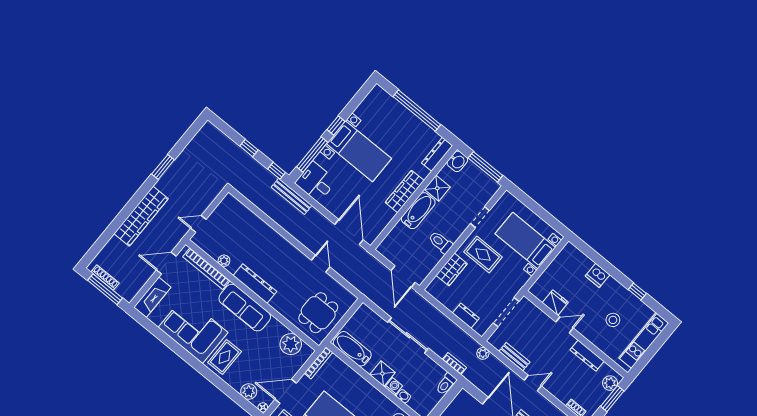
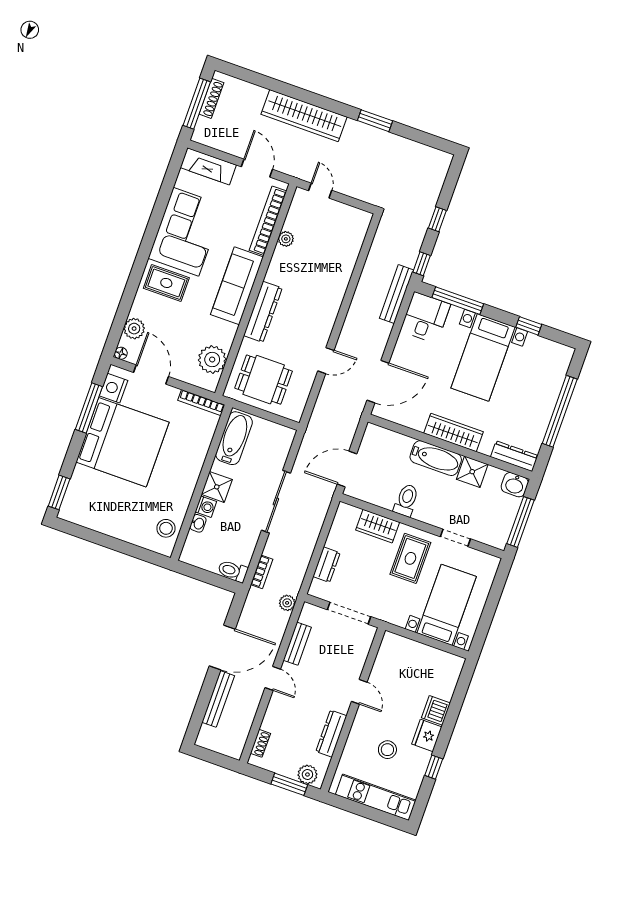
window: (336, 125) -> (529, 326), moved
dresser: (255, 284) -> (263, 312), moved
fridge: (555, 303) -> (427, 735), moved, turned 180

